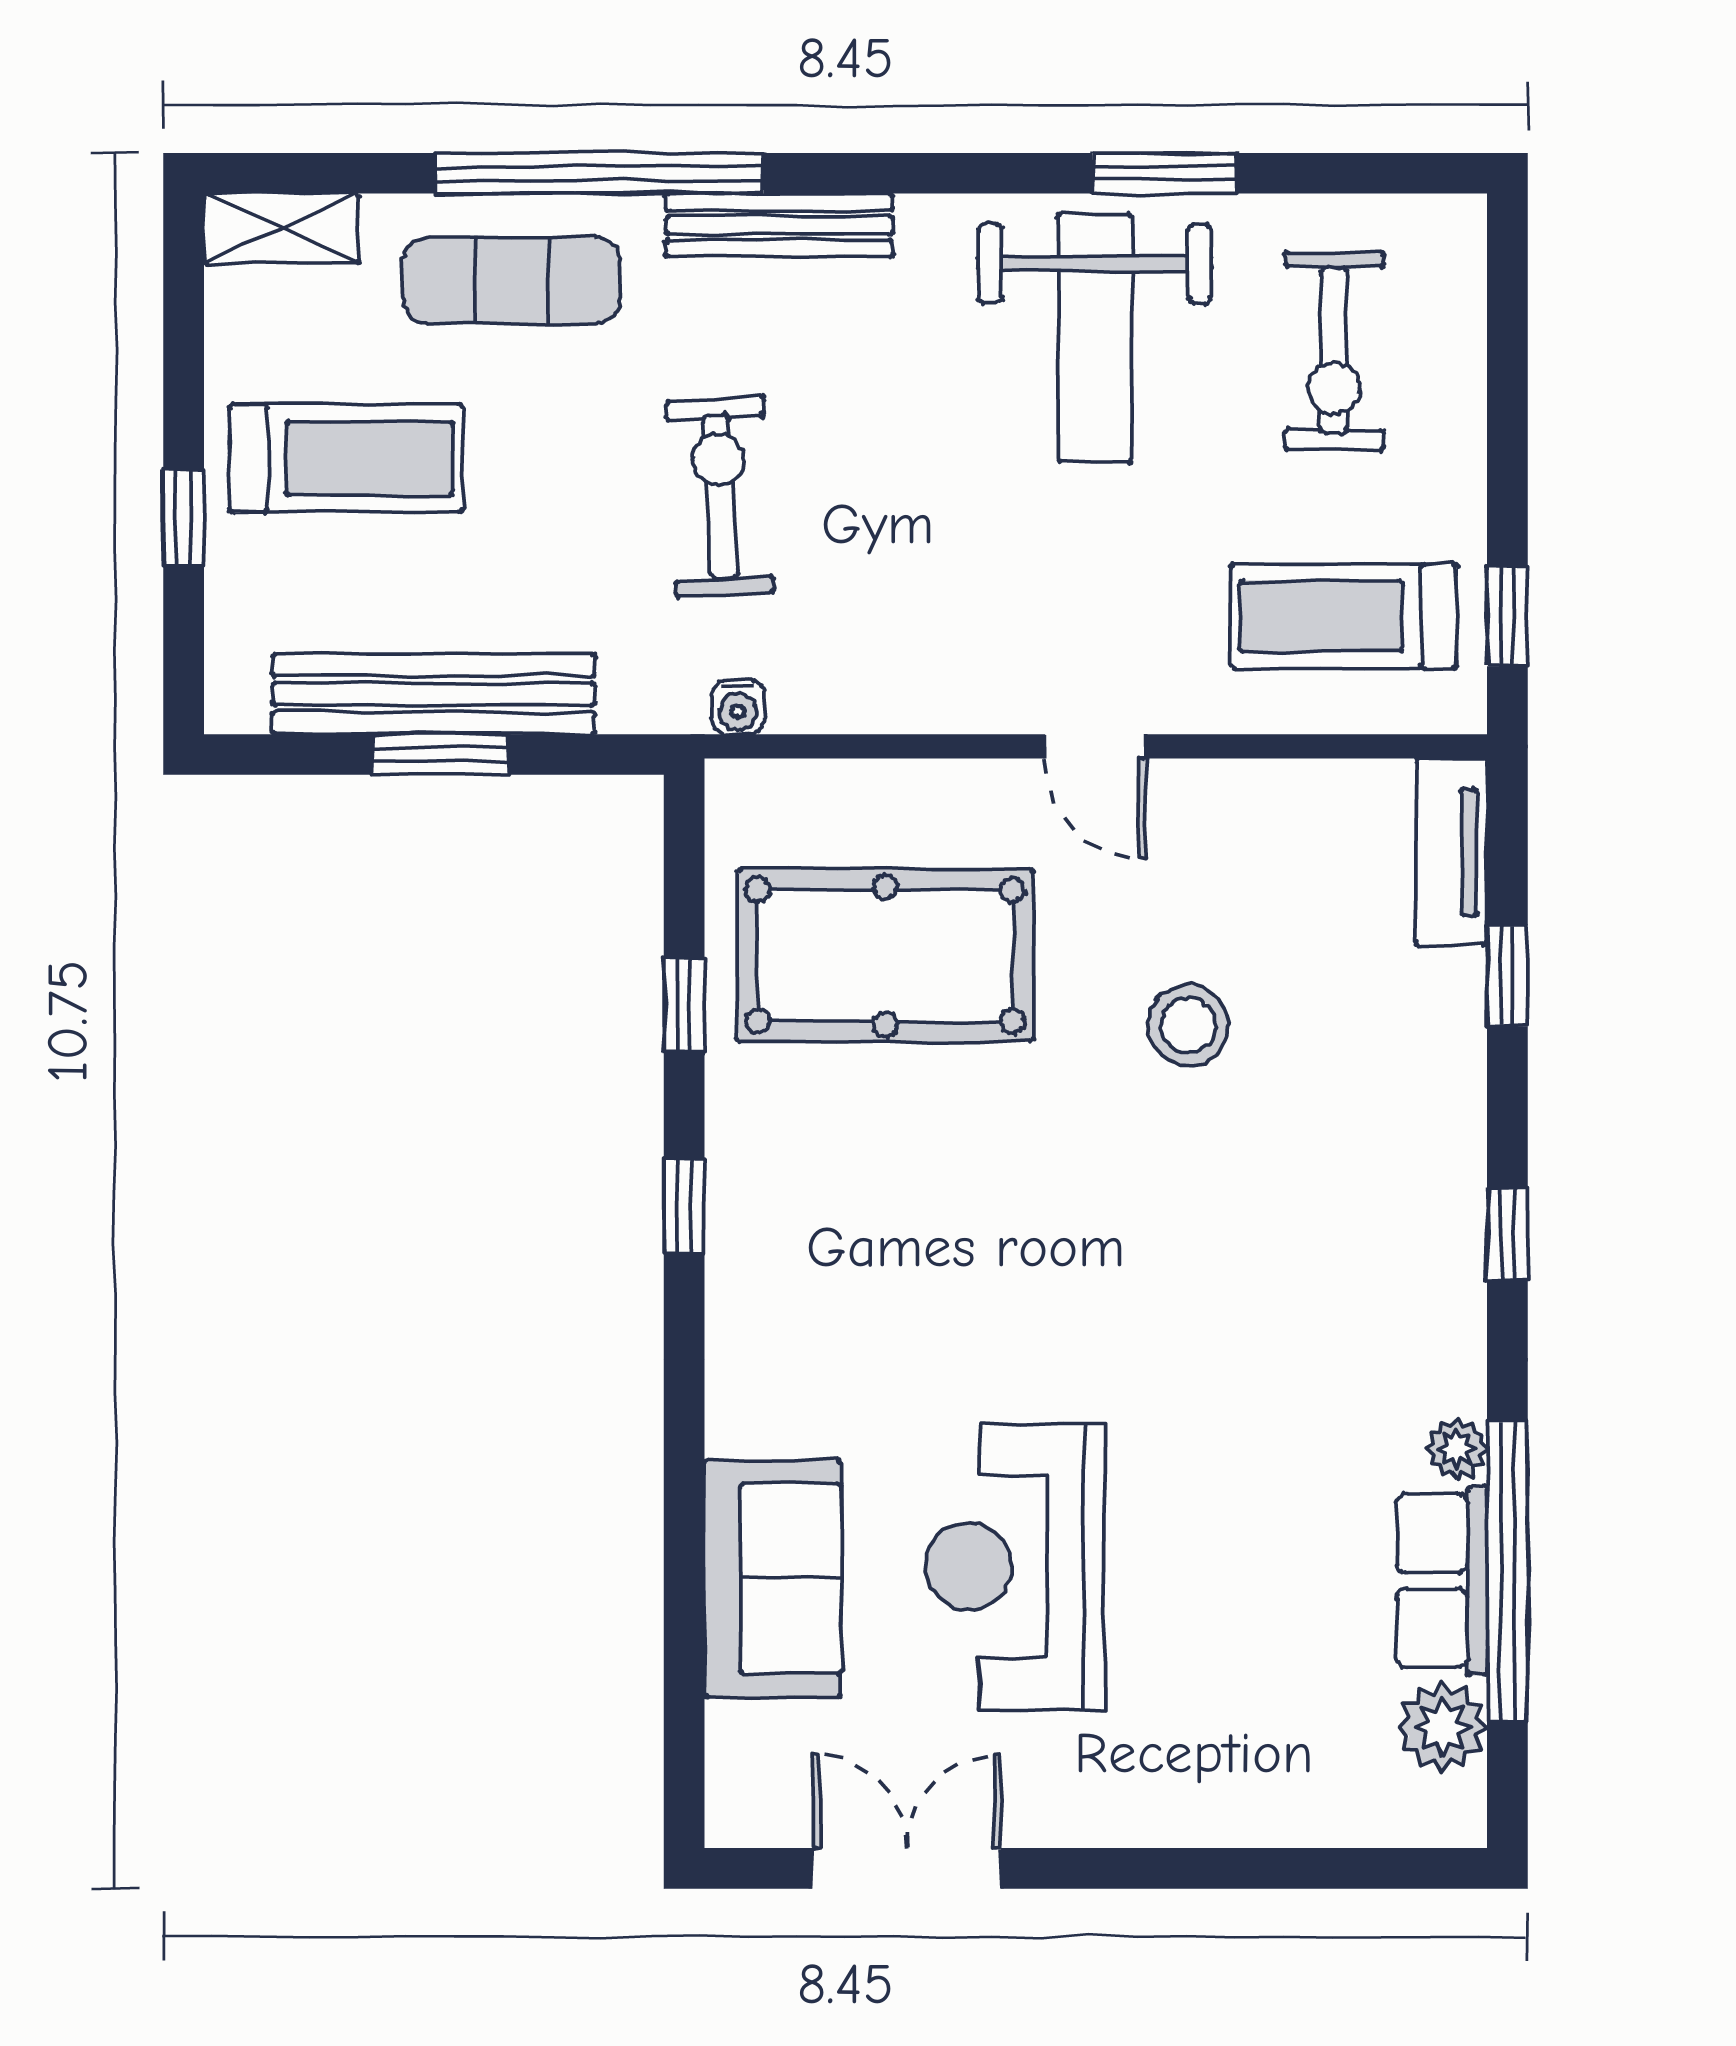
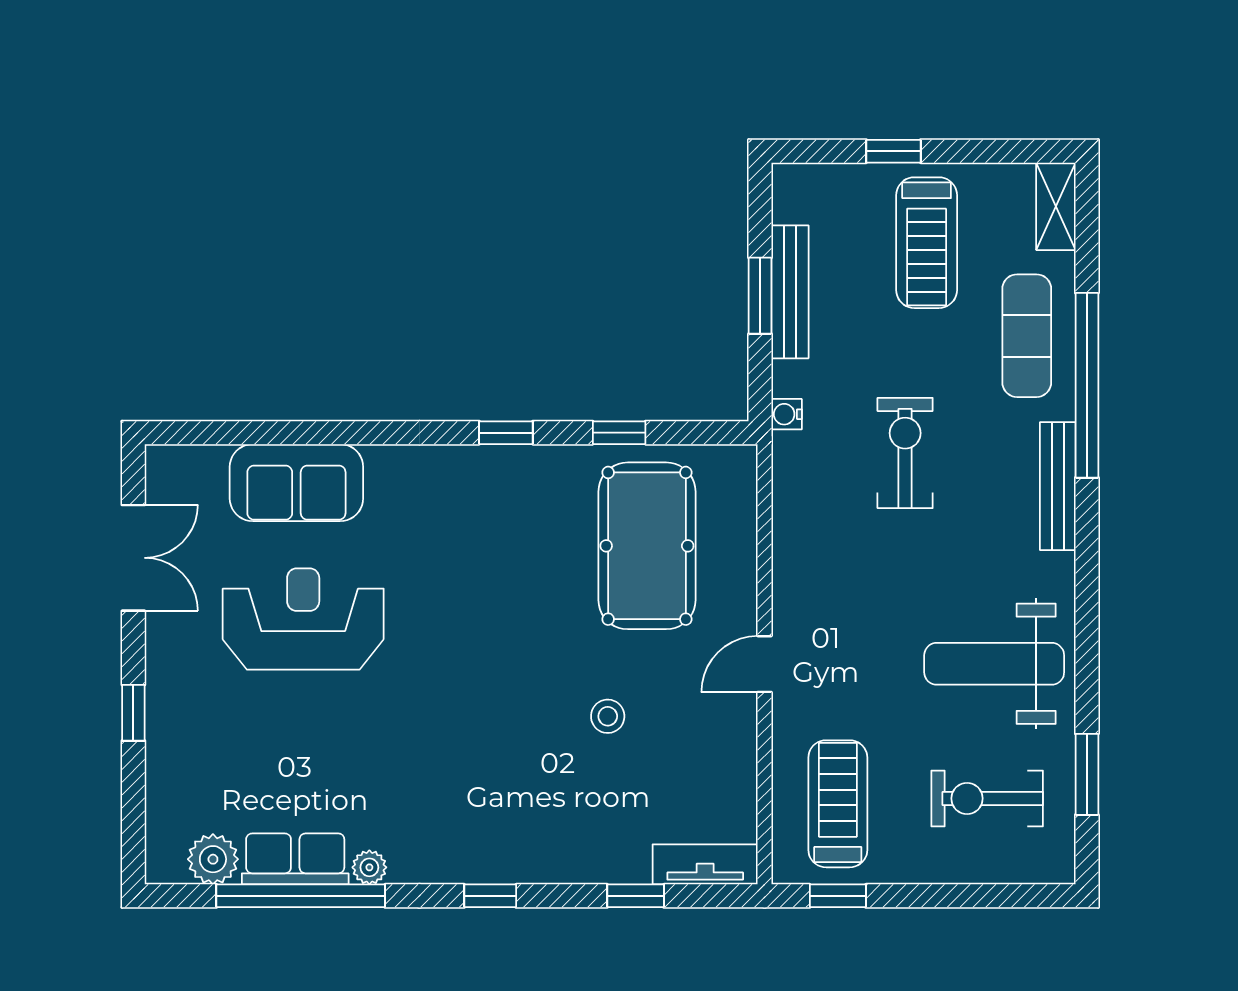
window: (1164, 173) -> (1087, 774), moved
exercise bike: (720, 497) -> (905, 453), turned -87
bench: (434, 694) -> (790, 292), width x0.73, depth x0.82
water cooler: (738, 707) -> (787, 414), moved
stool: (1188, 1025) -> (608, 716), width x0.73, depth x0.73
window: (1182, 1868) -> (133, 713), added

